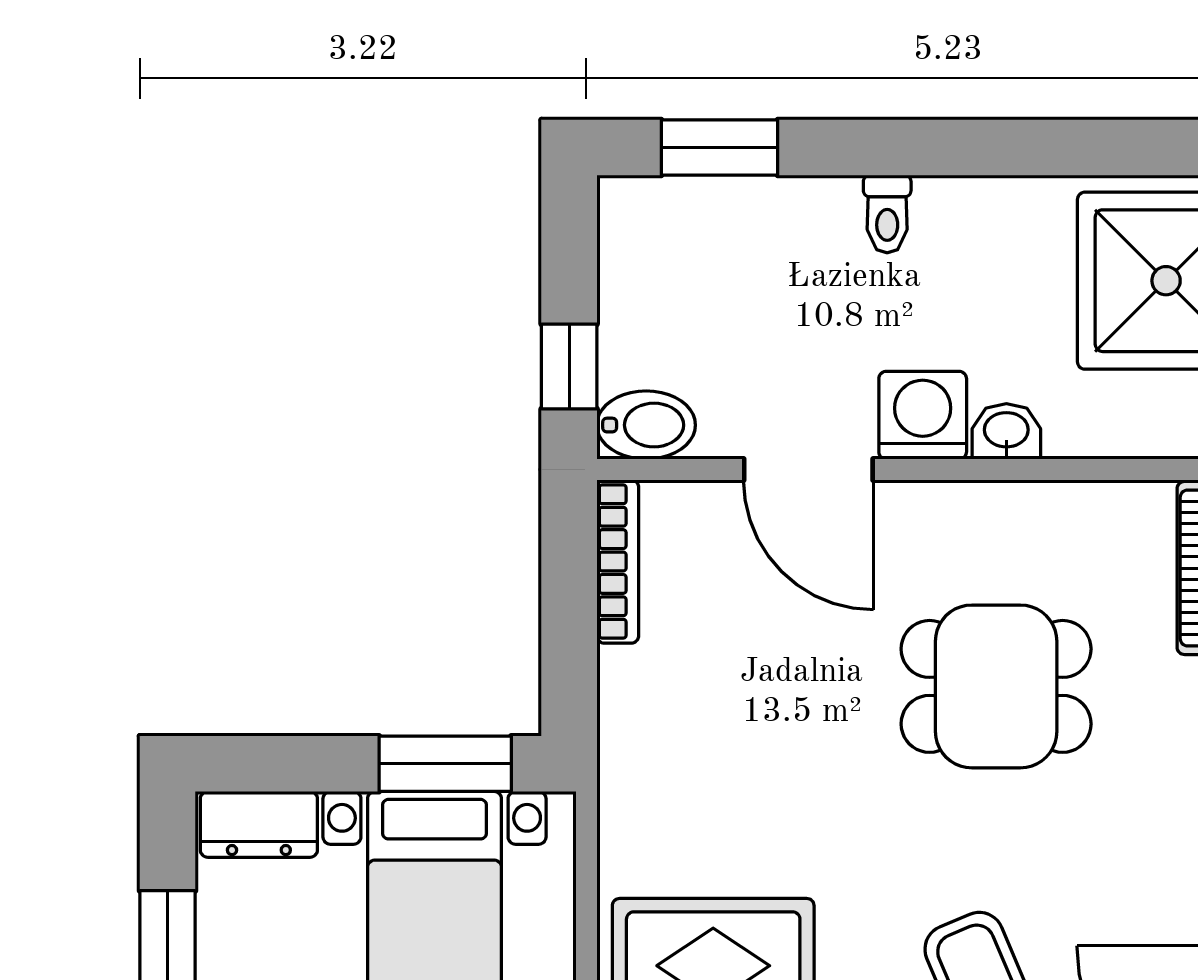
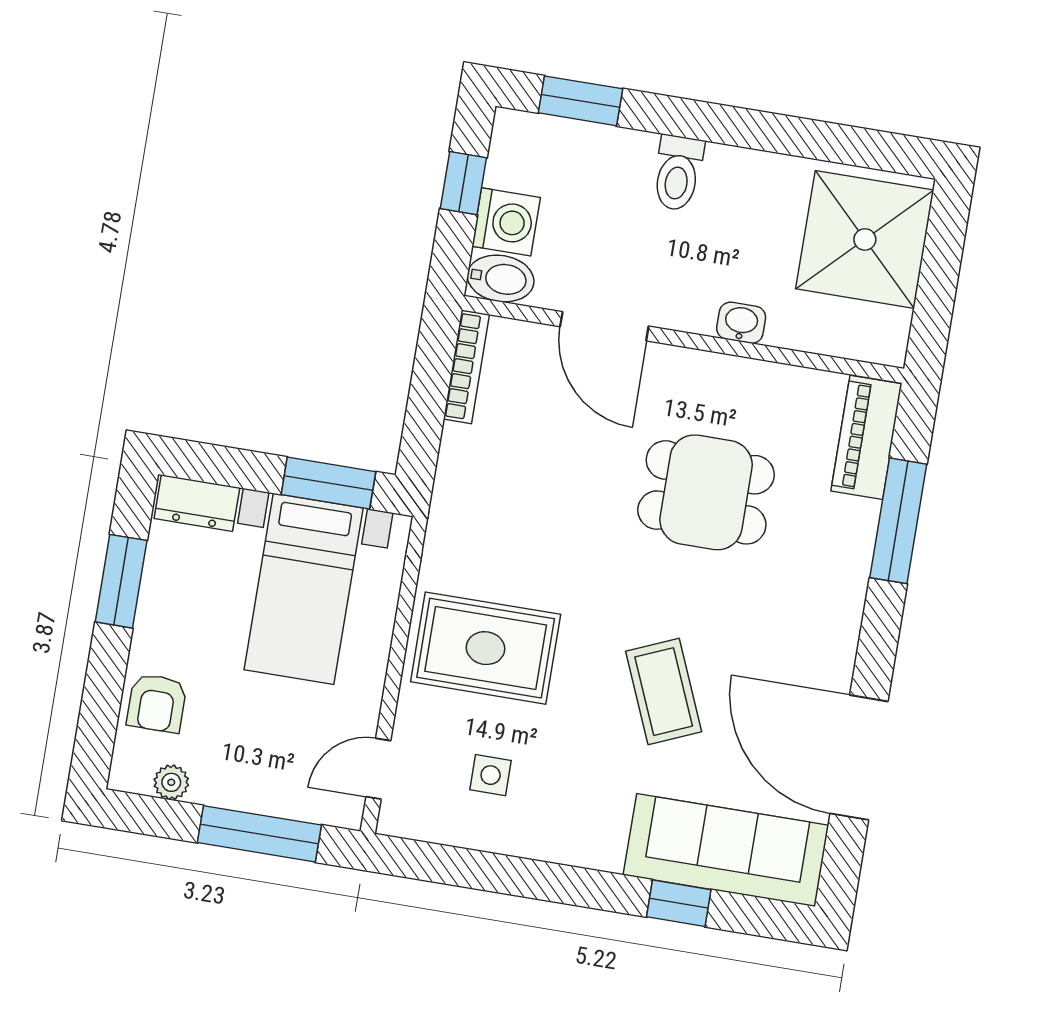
toilet: (887, 214) -> (678, 173), width x1.37, depth x1.39
window: (569, 366) -> (463, 183), moved
washing machine: (923, 415) -> (506, 222), moved, turned 90

